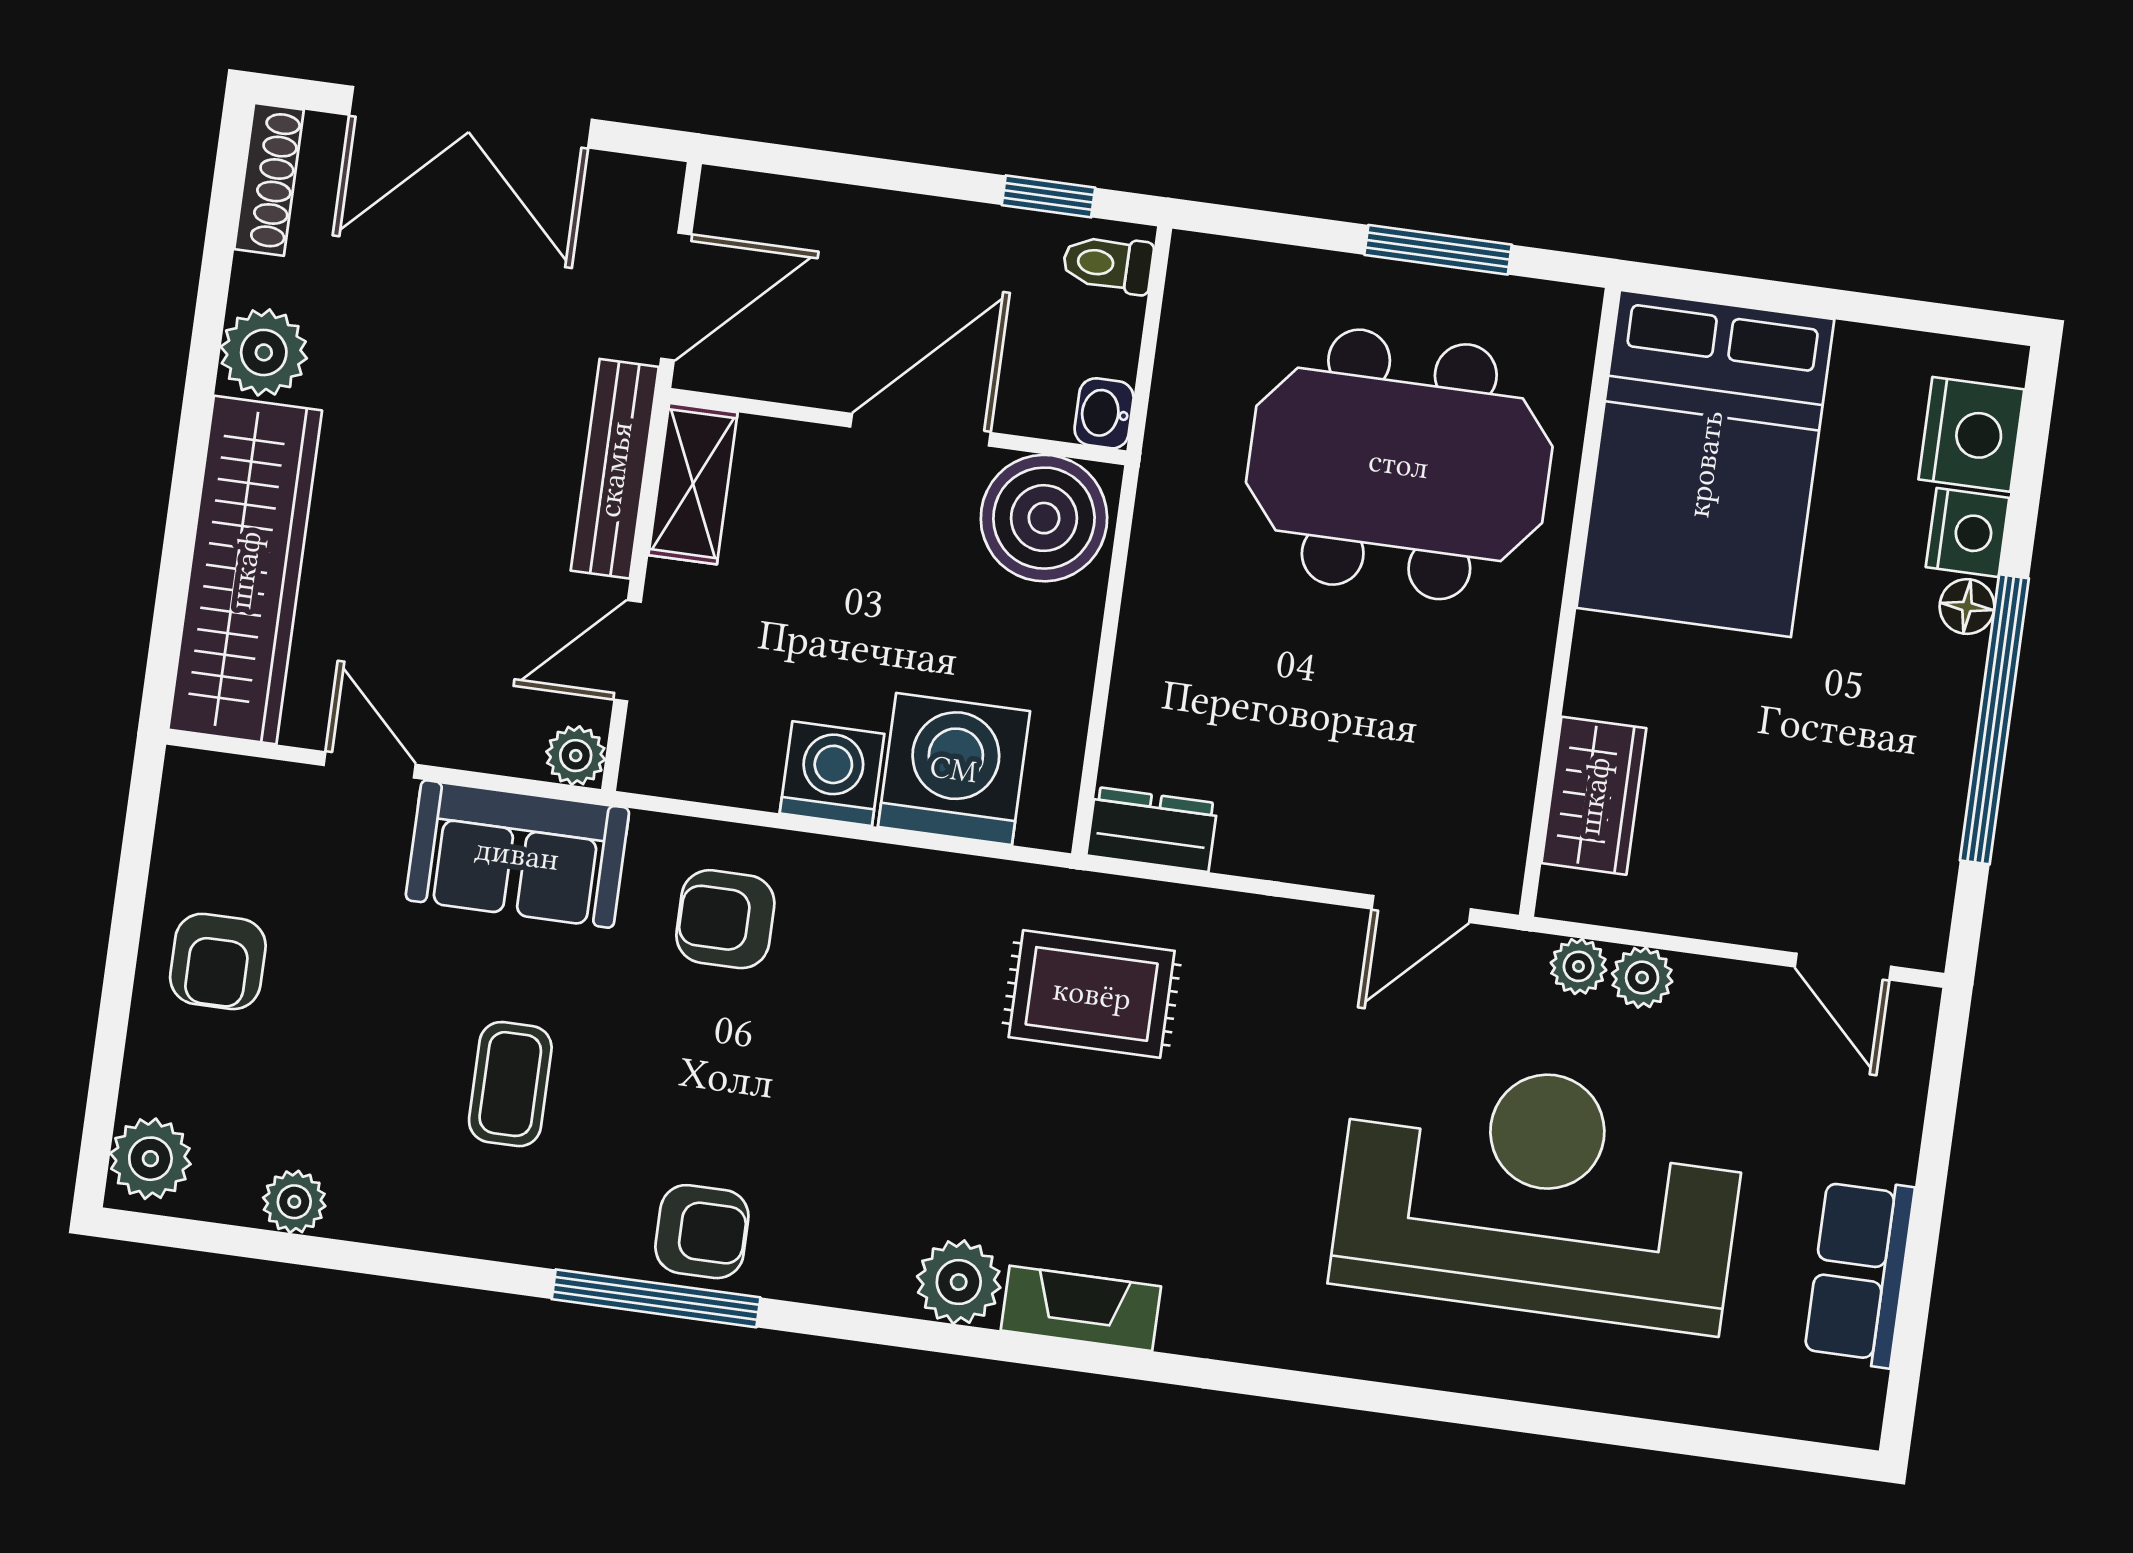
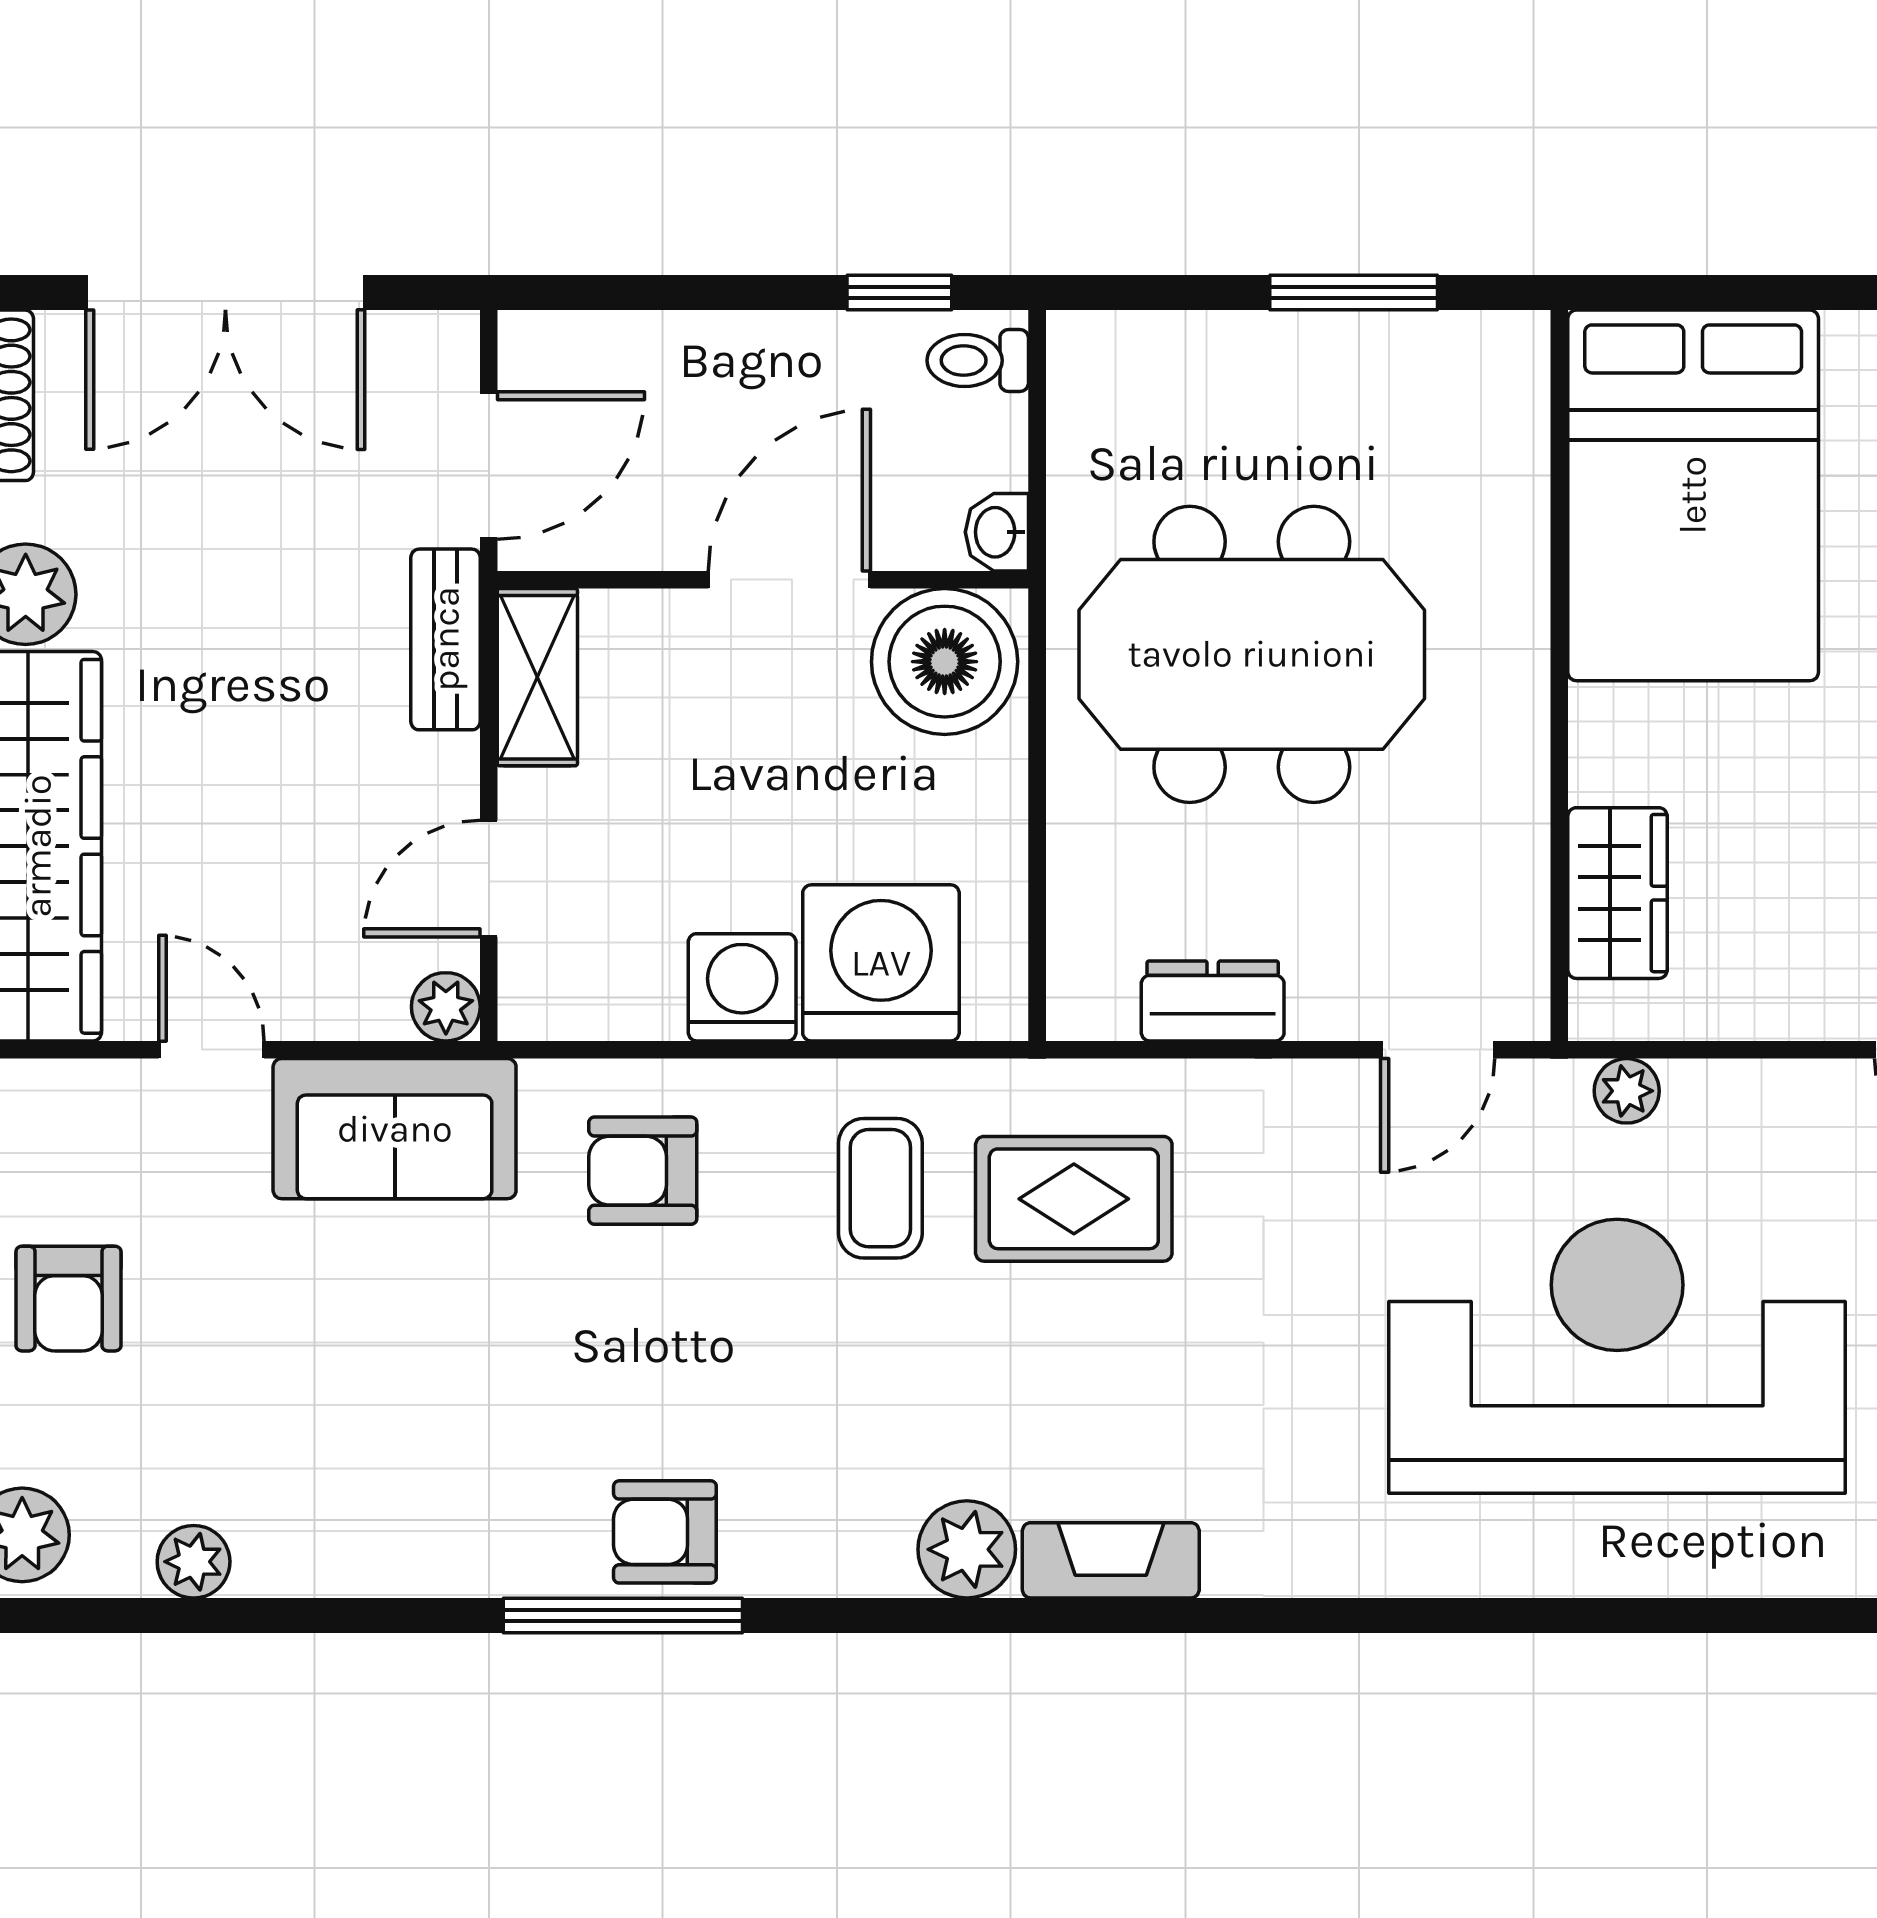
meeting table: (1399, 464) -> (1252, 654), moved
bench: (615, 469) -> (446, 639), width x0.73
dresser: (1152, 829) -> (1213, 1001), moved
plant: (1642, 978) -> (1701, 1094), removed
coffee table: (510, 1084) -> (880, 1188), moved
armchair: (702, 1232) -> (665, 1532), turned 180

